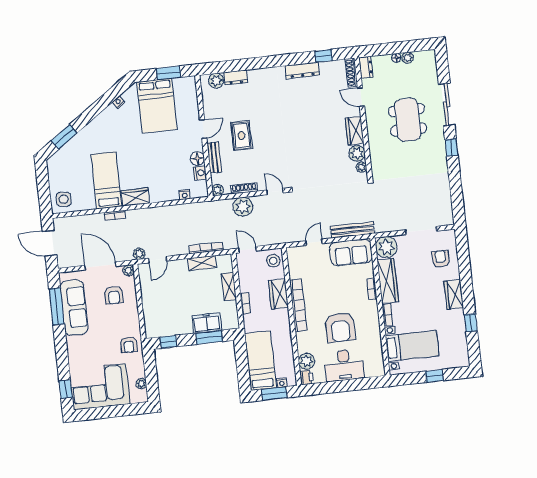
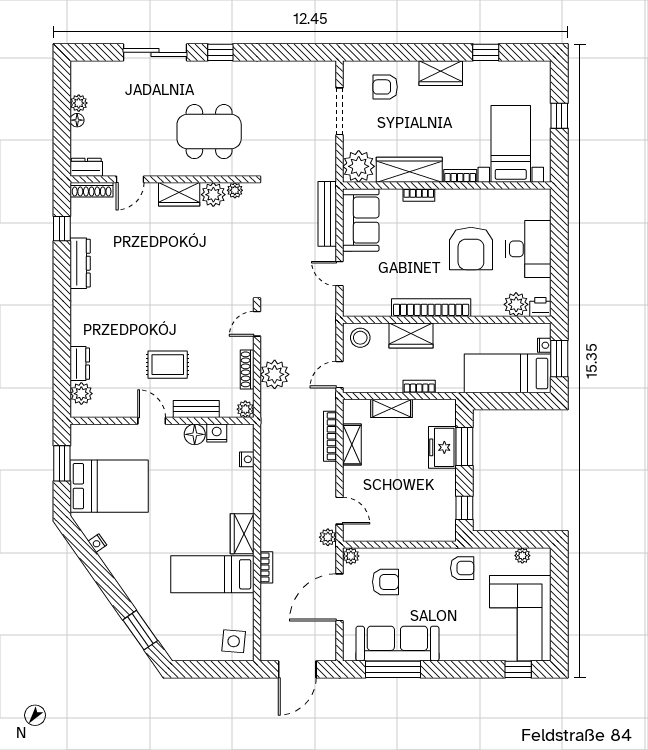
dining table: (408, 120) -> (209, 132), moved
armchair: (340, 327) -> (471, 249), turned 90

